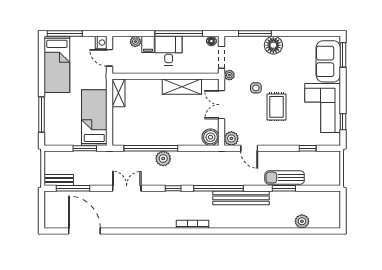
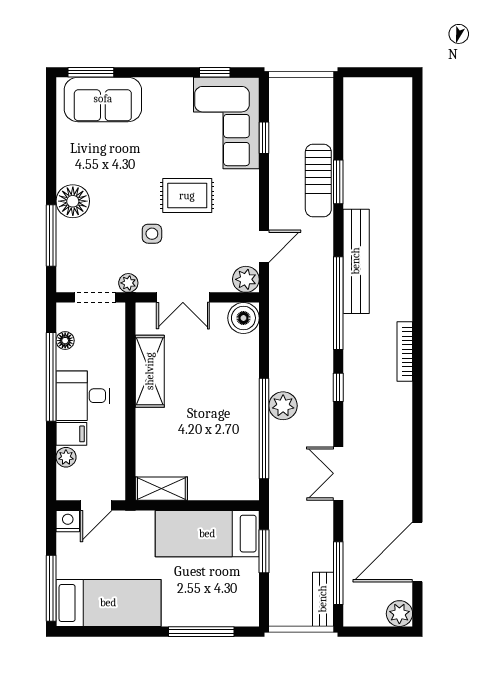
floor lamp: (211, 41) -> (65, 341), moved
corner sofa: (323, 108) -> (226, 123), moved, turned 90
plant: (302, 221) -> (399, 614), moved

